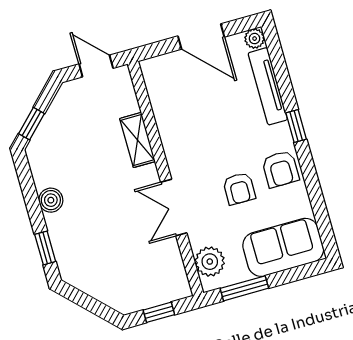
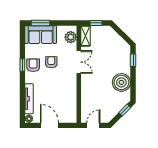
door: (96, 66) -> (93, 125), swing flipped
window: (296, 126) -> (22, 65), moved
shelving: (138, 140) -> (85, 36), moved
boiler: (51, 200) -> (121, 82), width x1.86, depth x1.86
window: (244, 288) -> (40, 23), moved

